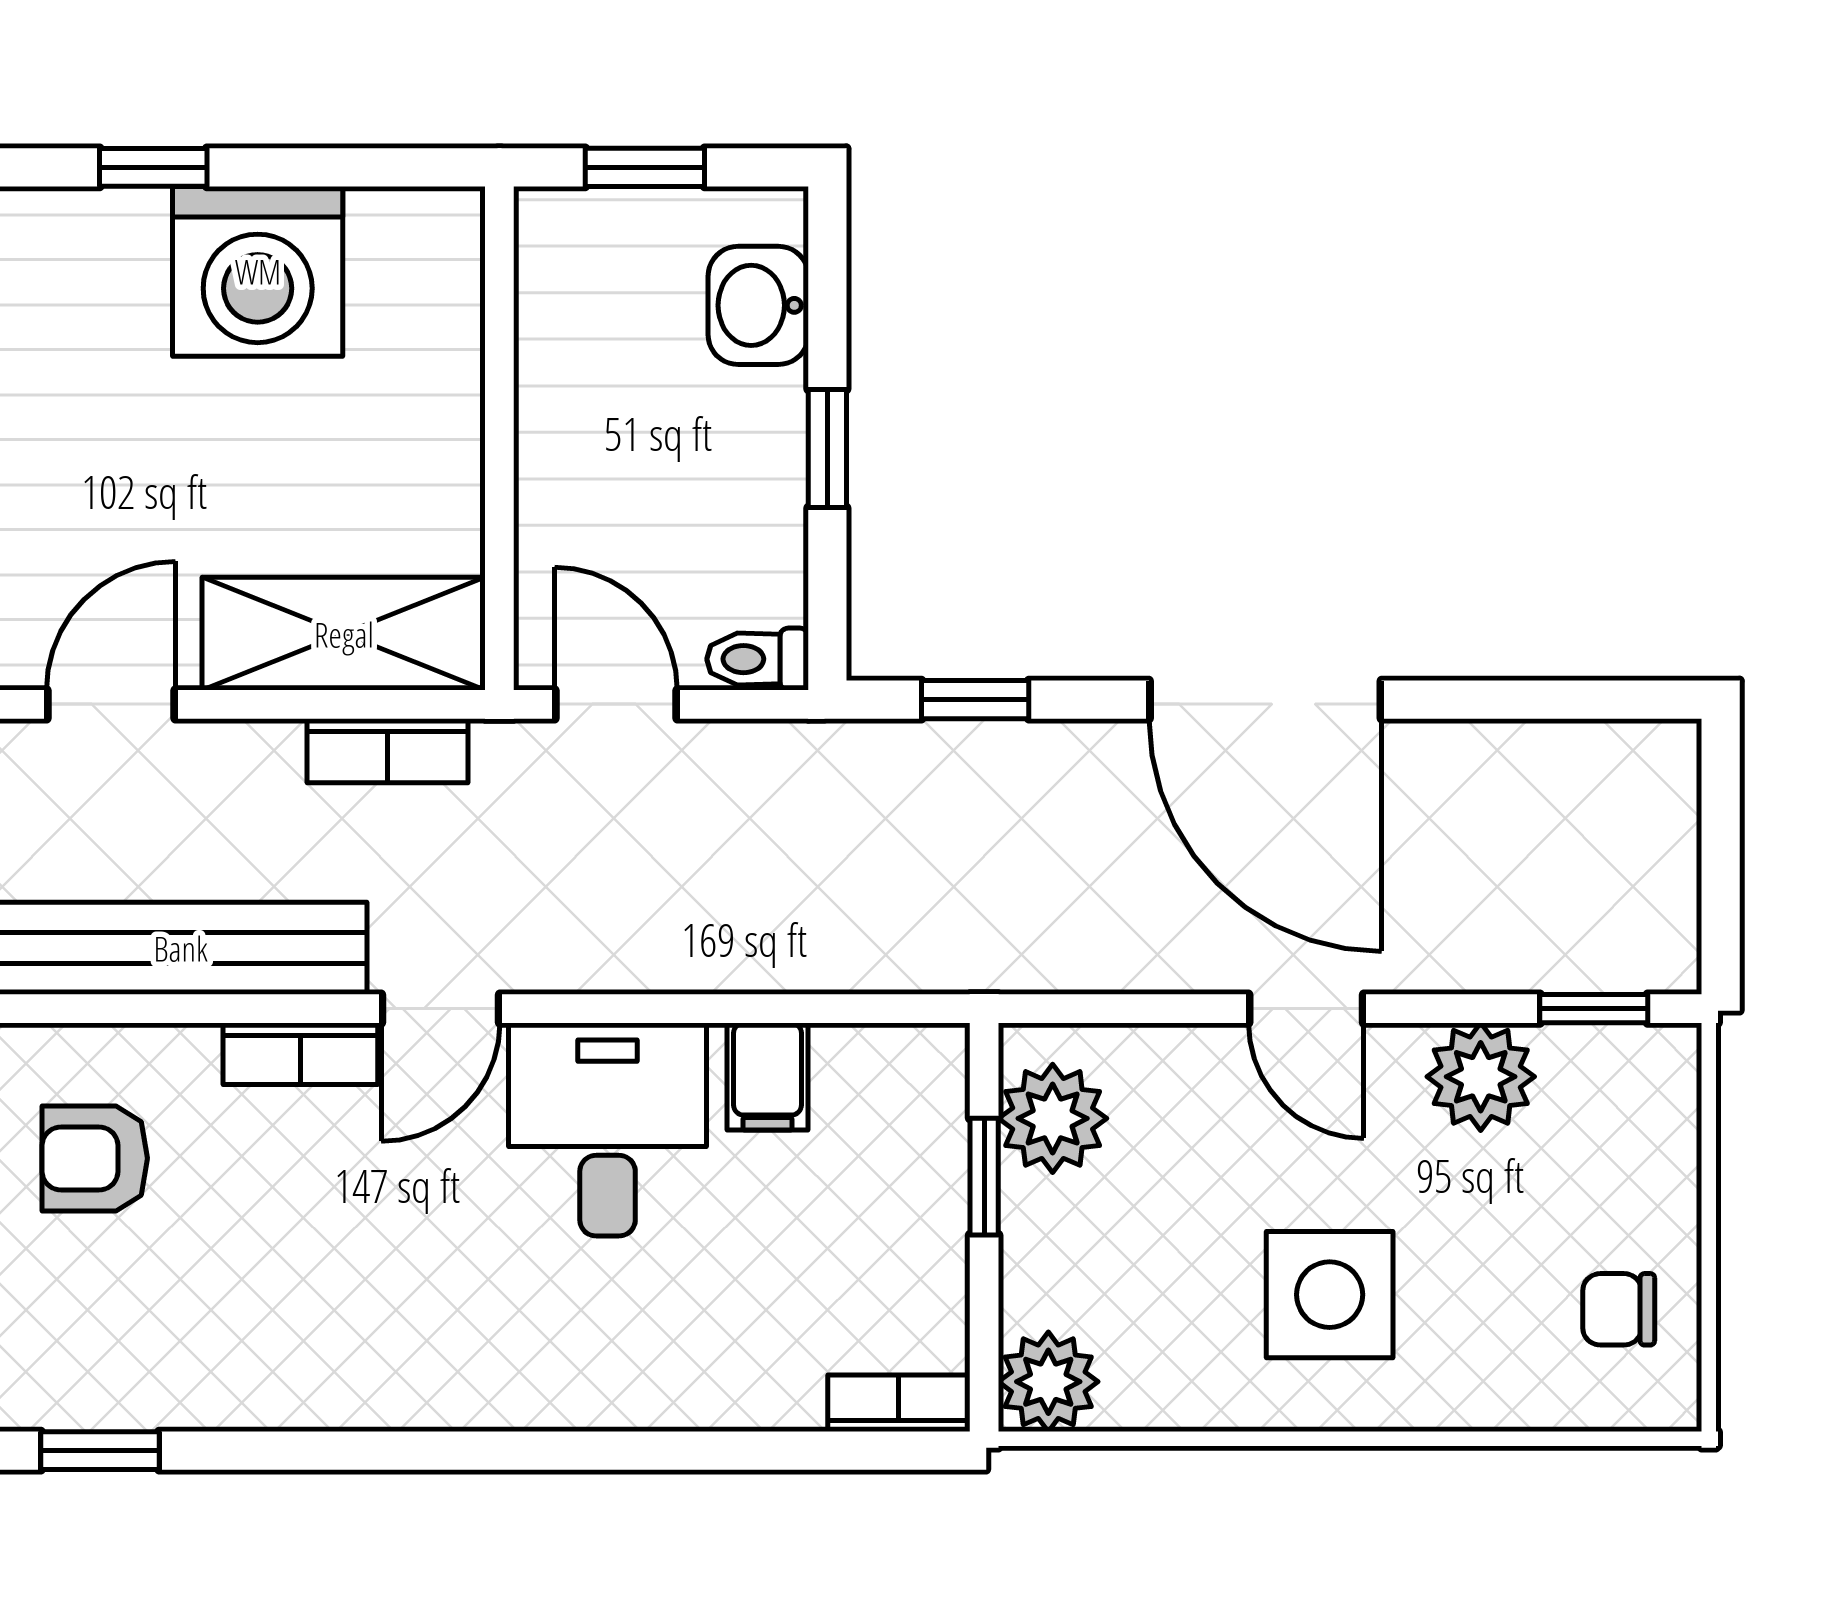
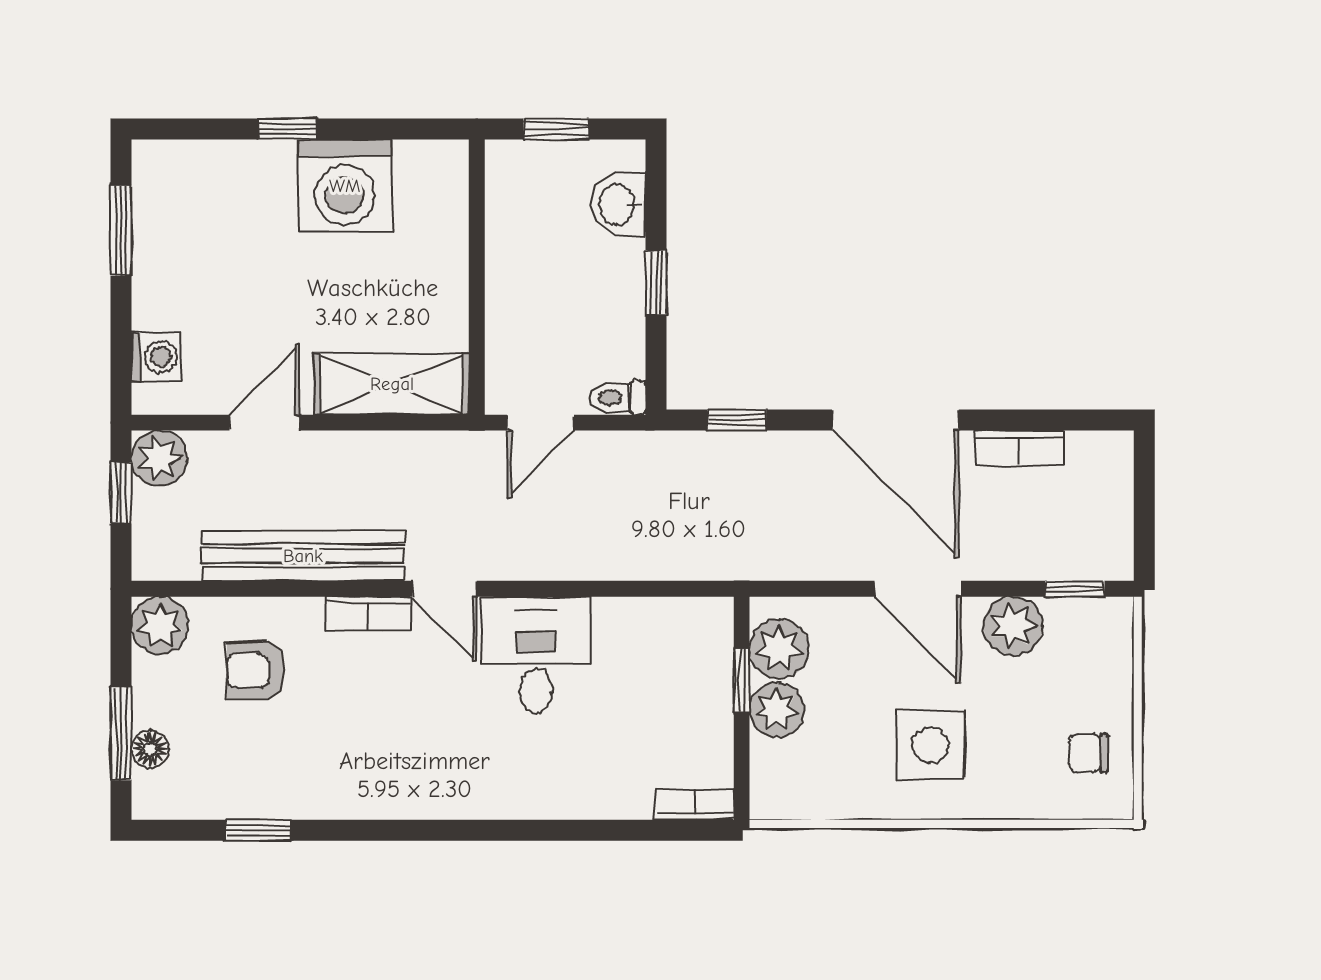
door: (616, 704) -> (541, 423), swing flipped
bookcase: (388, 751) -> (1019, 448), moved
door: (440, 1009) -> (445, 589), hinge flipped
door: (1306, 1009) -> (918, 589), width x1.38
filing cabinet: (767, 1077) -> (623, 626), removed
plant: (1048, 1382) -> (777, 710), moved

